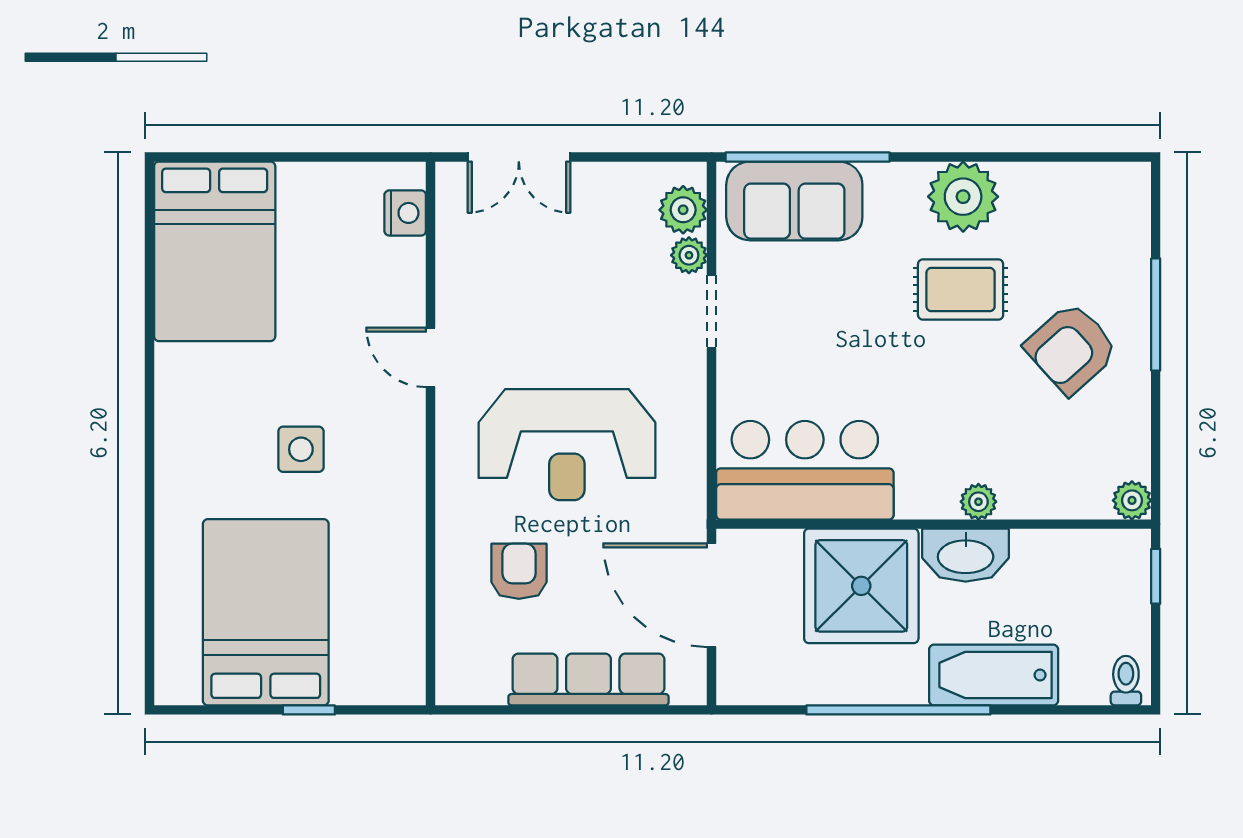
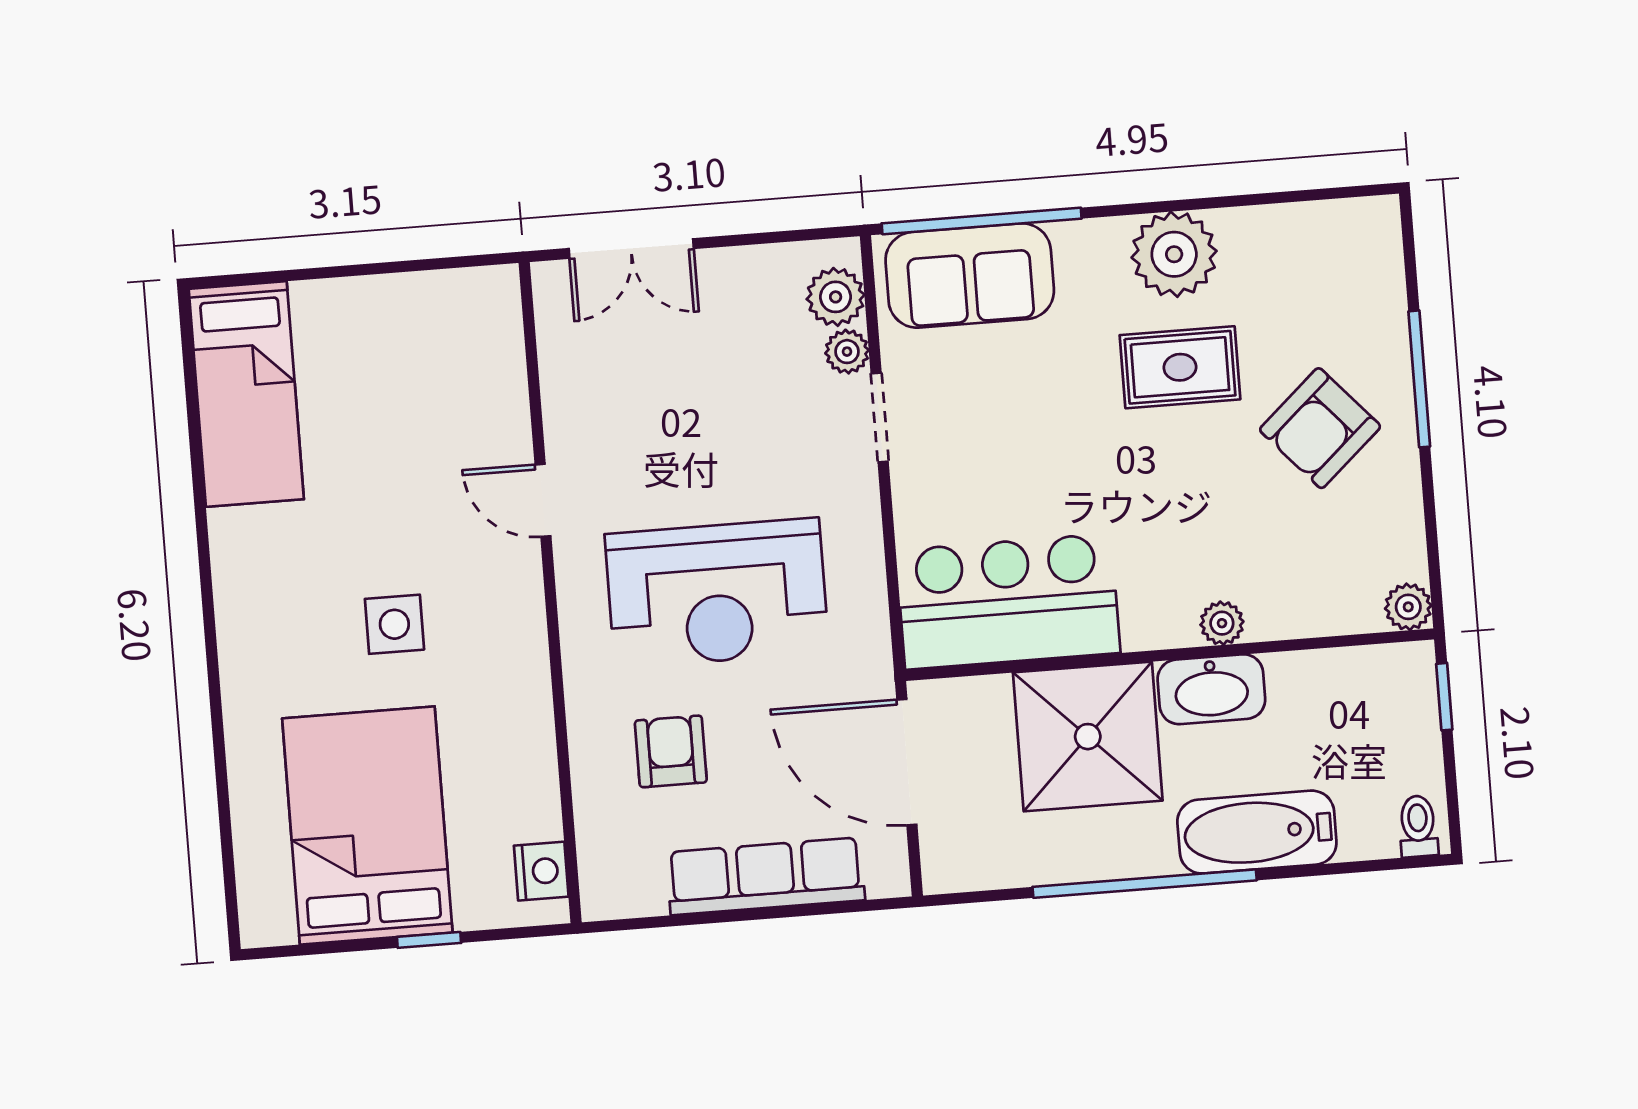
nightstand: (405, 213) -> (541, 871), moved
bed: (215, 251) -> (246, 394), width x0.67

